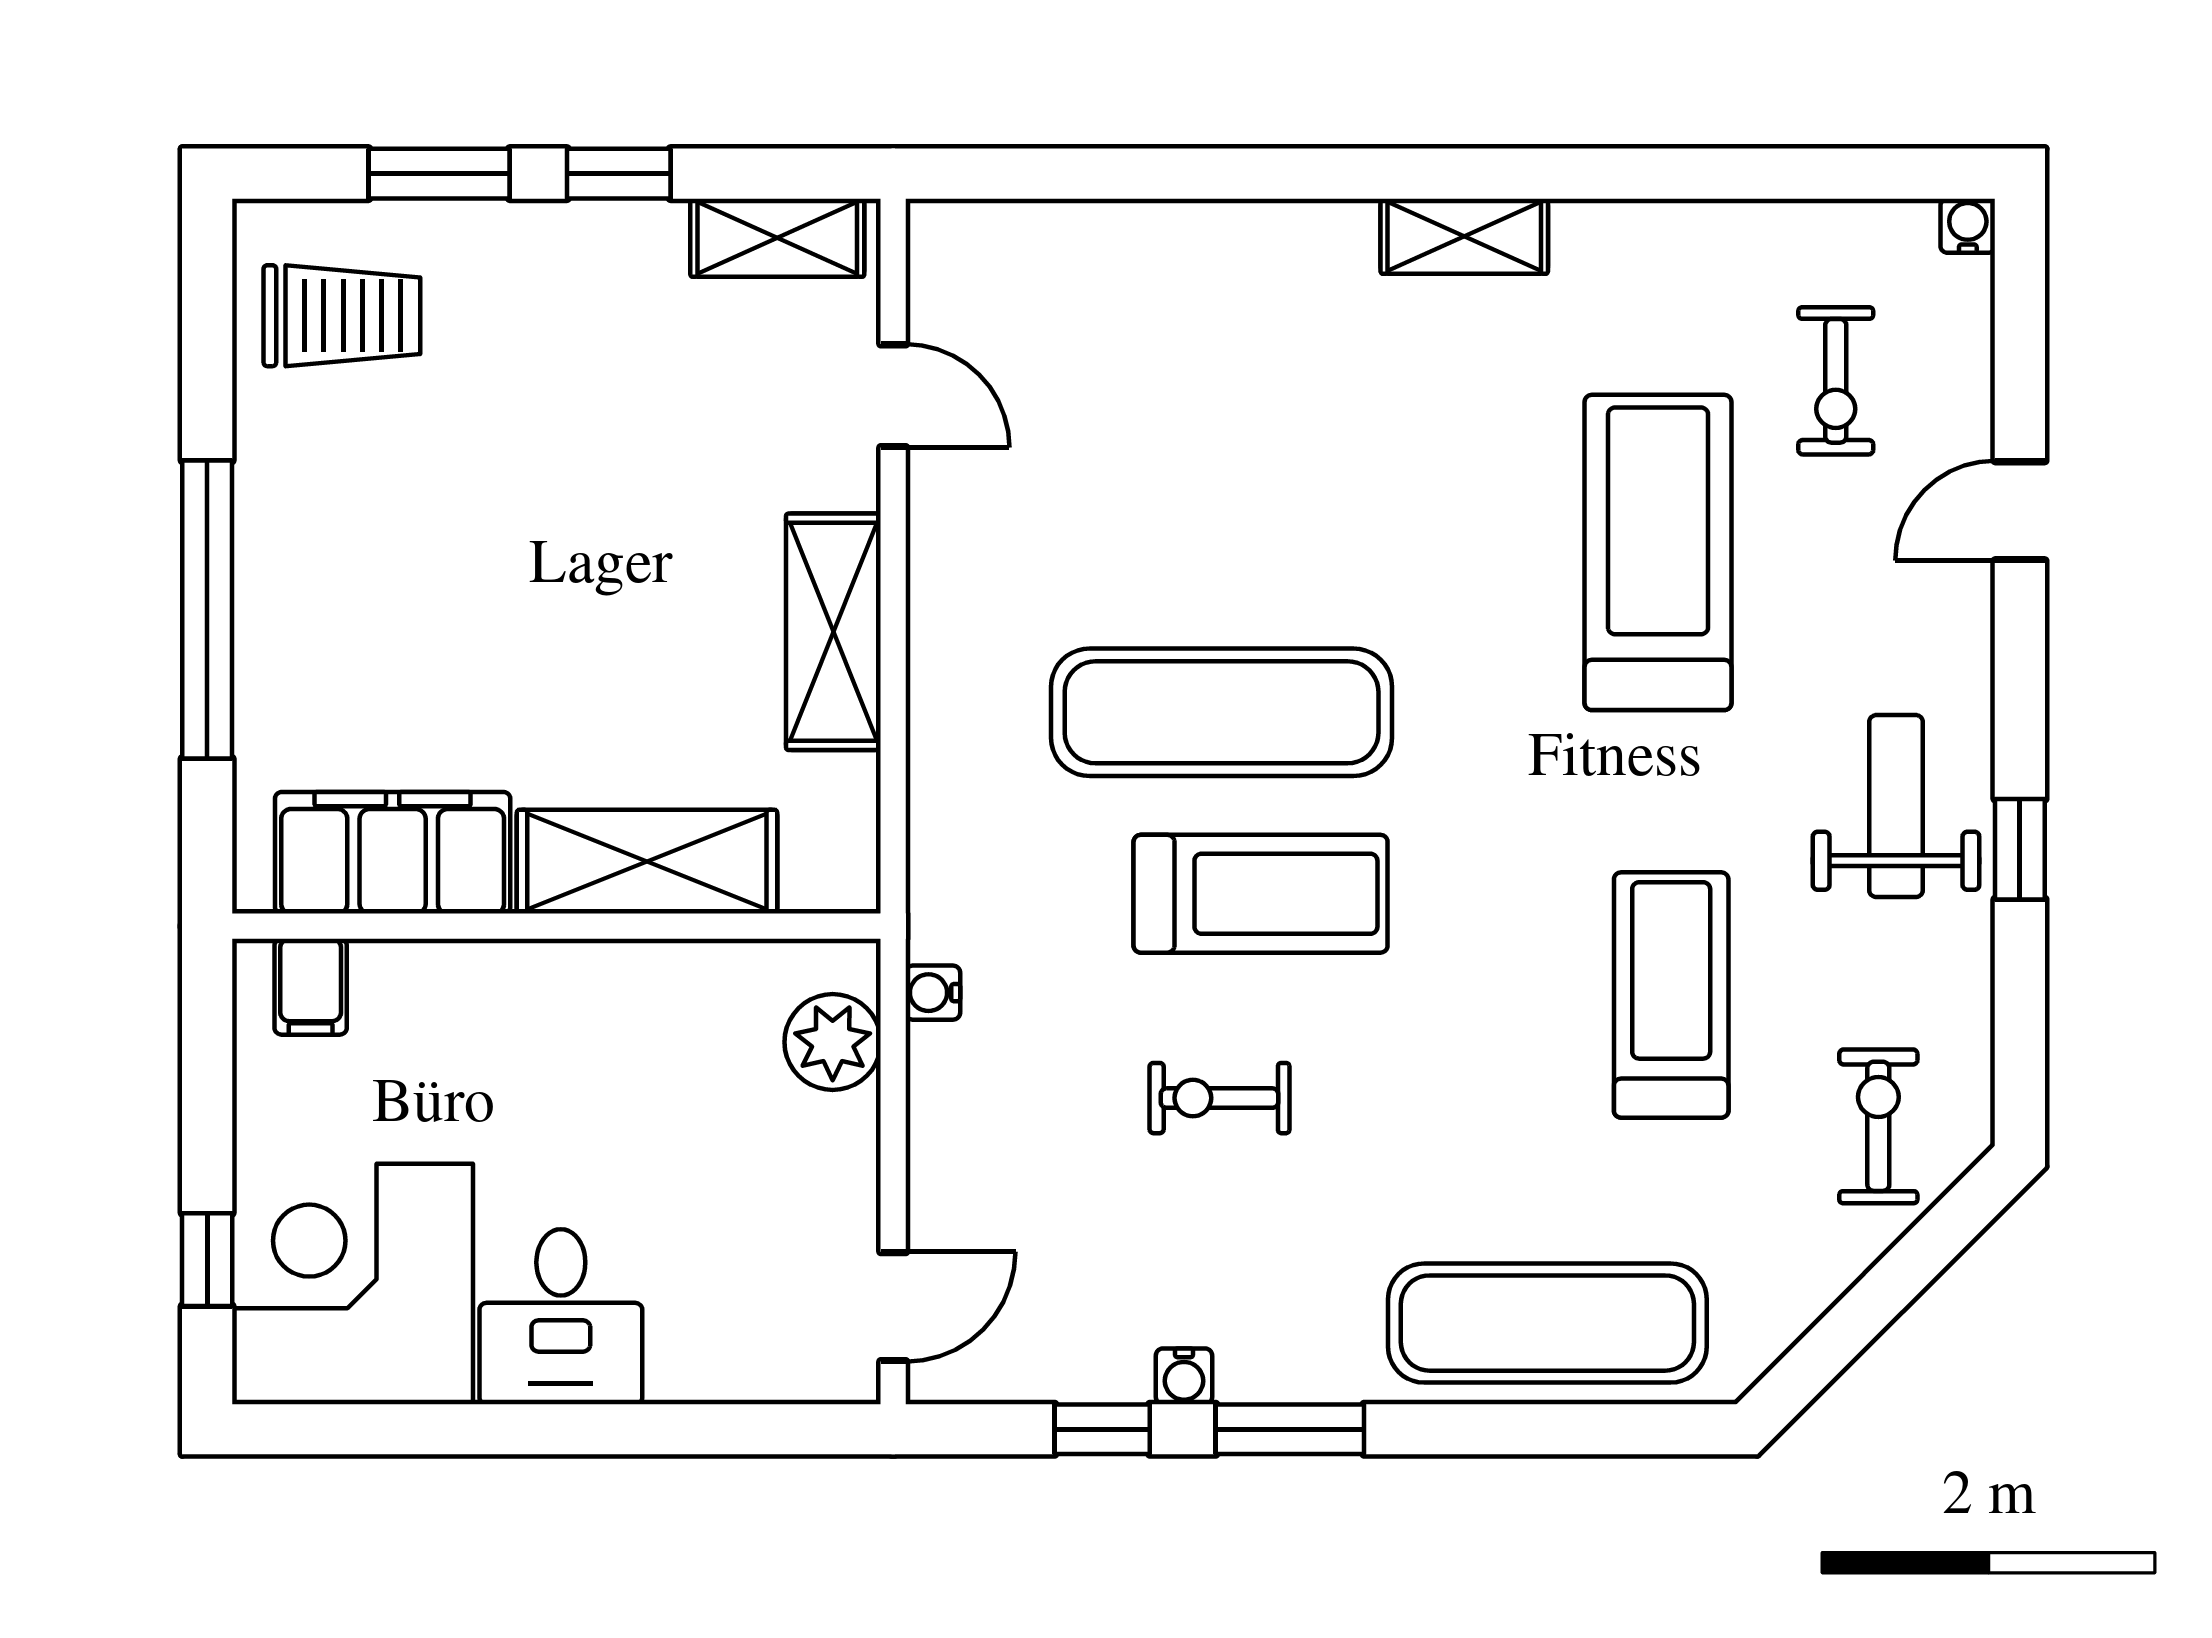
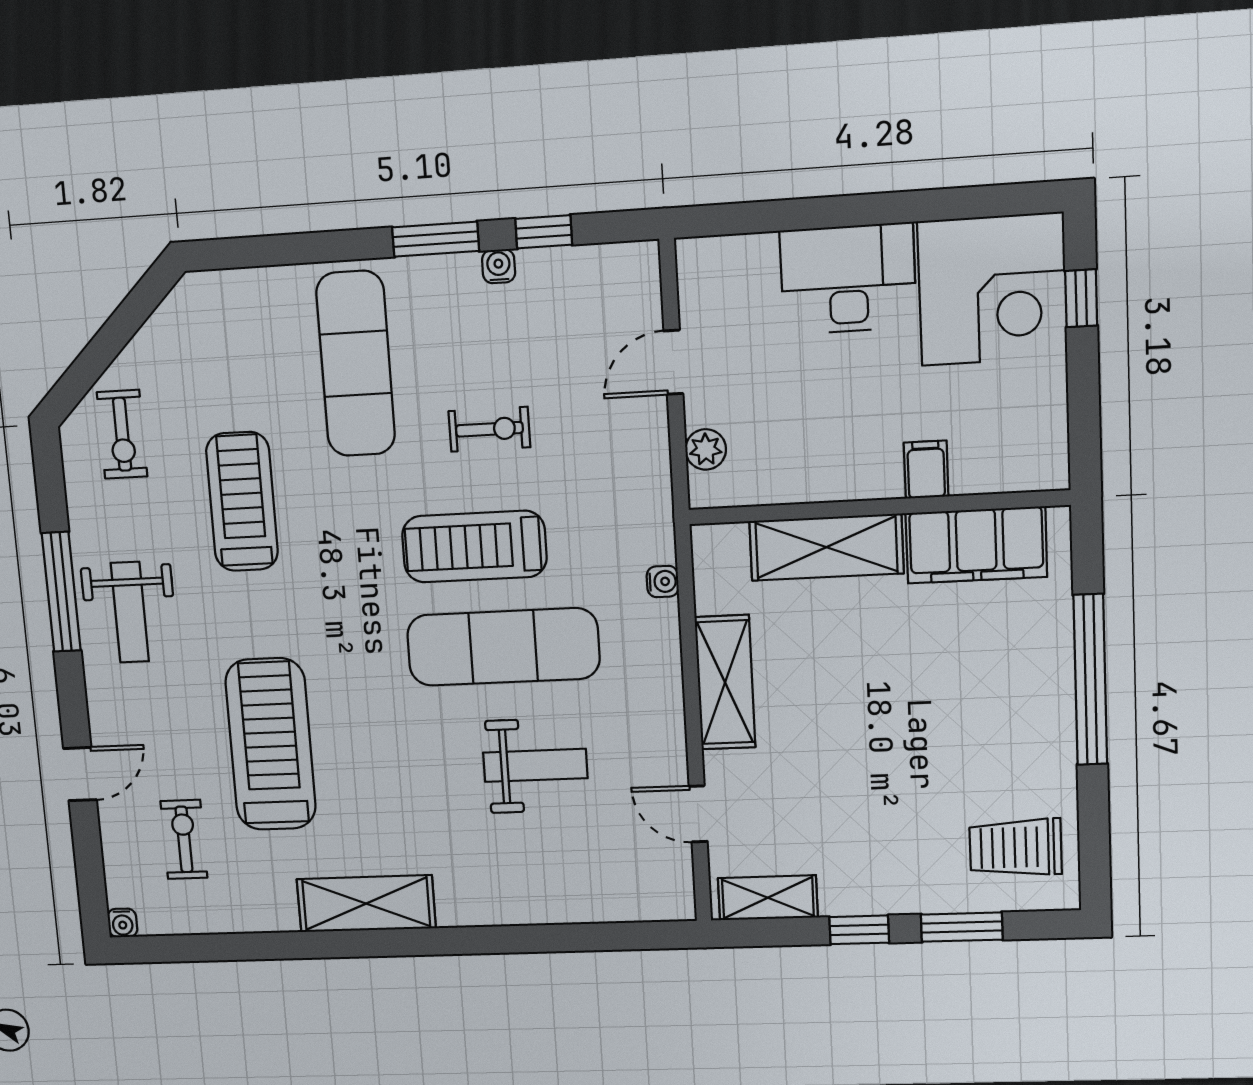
shelving: (1464, 236) -> (366, 904), width x1.50, depth x1.33
weight bench: (1179, 495) -> (535, 765), added
treadmill: (1658, 552) -> (271, 744), turned 180
window: (2020, 849) -> (61, 592), width x2.17
filing cabinet: (311, 987) -> (926, 470), moved
water cooler: (933, 993) -> (663, 582), moved
treadmill: (1671, 995) -> (242, 502), turned 180
plant: (833, 1042) -> (706, 449), width x0.73, depth x0.73
door: (893, 1307) -> (673, 362), moved
desk: (561, 1317) -> (848, 279), width x1.37
exercise mat: (1547, 1323) -> (356, 364), moved, turned 90

